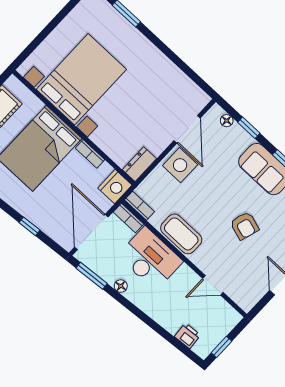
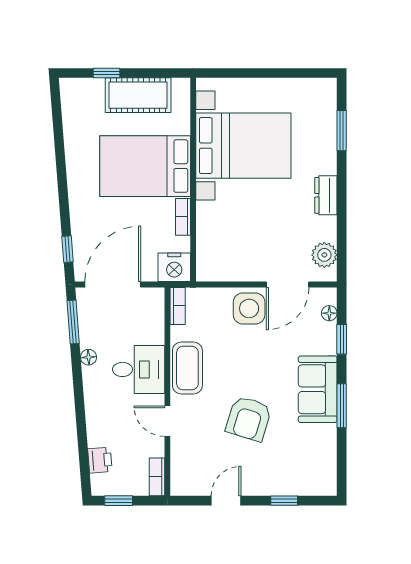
plant: (190, 92) -> (324, 255), added
dresser: (139, 164) -> (326, 195), moved, turned -90
bookcase: (128, 218) -> (157, 477), moved
window: (29, 226) -> (67, 249), moved
armchair: (244, 226) -> (249, 419), width x1.38, depth x1.38
desk: (150, 258) -> (139, 369), width x0.73
door: (213, 285) -> (167, 421), moved

